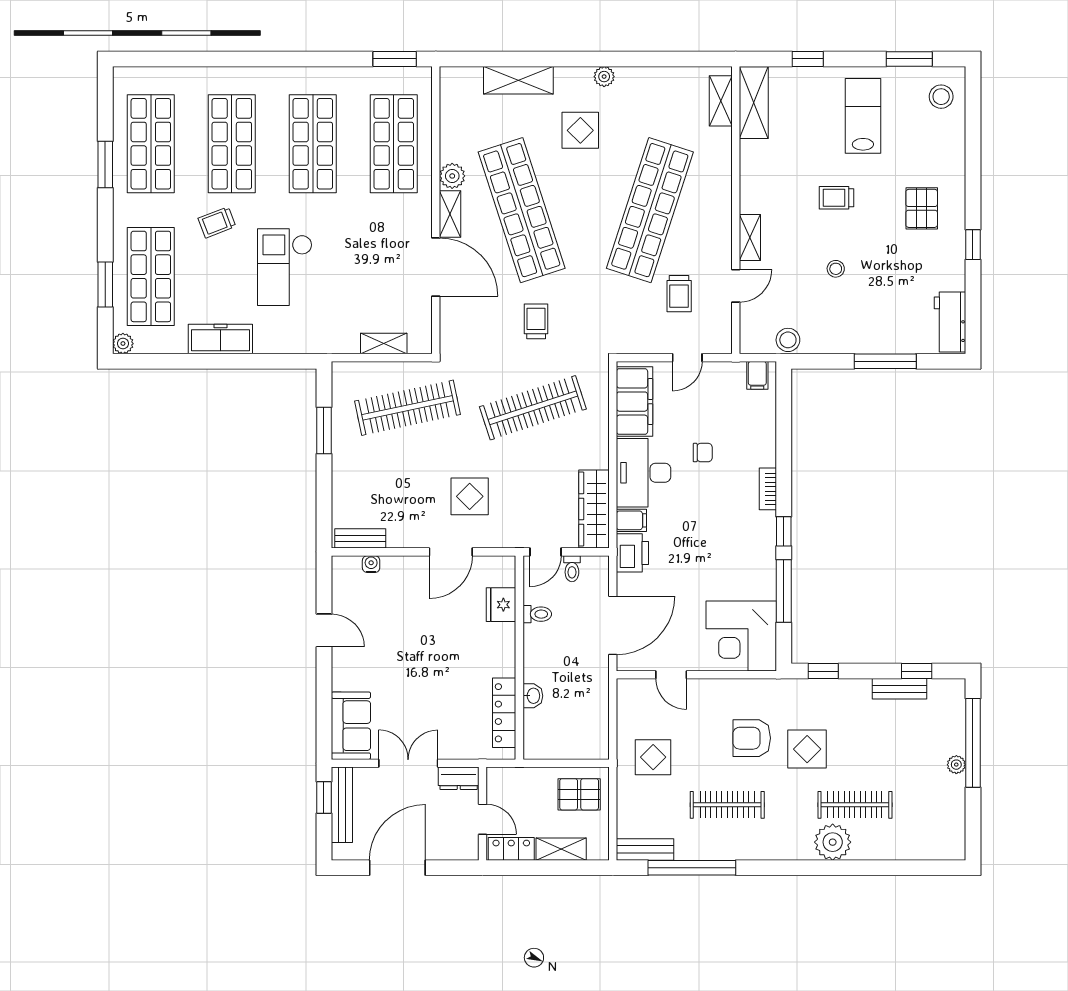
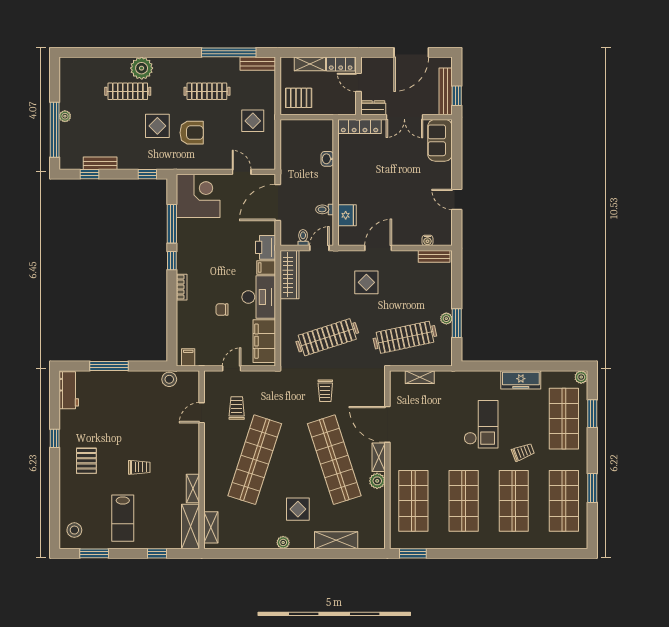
shelving: (750, 237) -> (193, 488), moved
stool: (836, 269) -> (140, 423), removed
plant: (341, 438) -> (446, 319), added
locker: (504, 713) -> (360, 126), moved, turned 90

